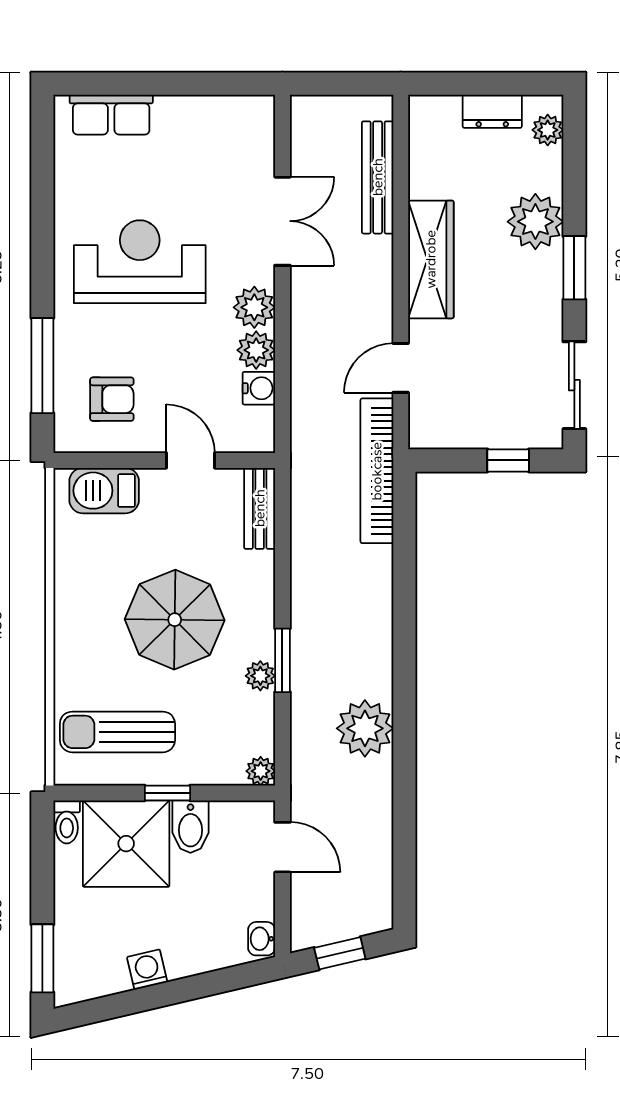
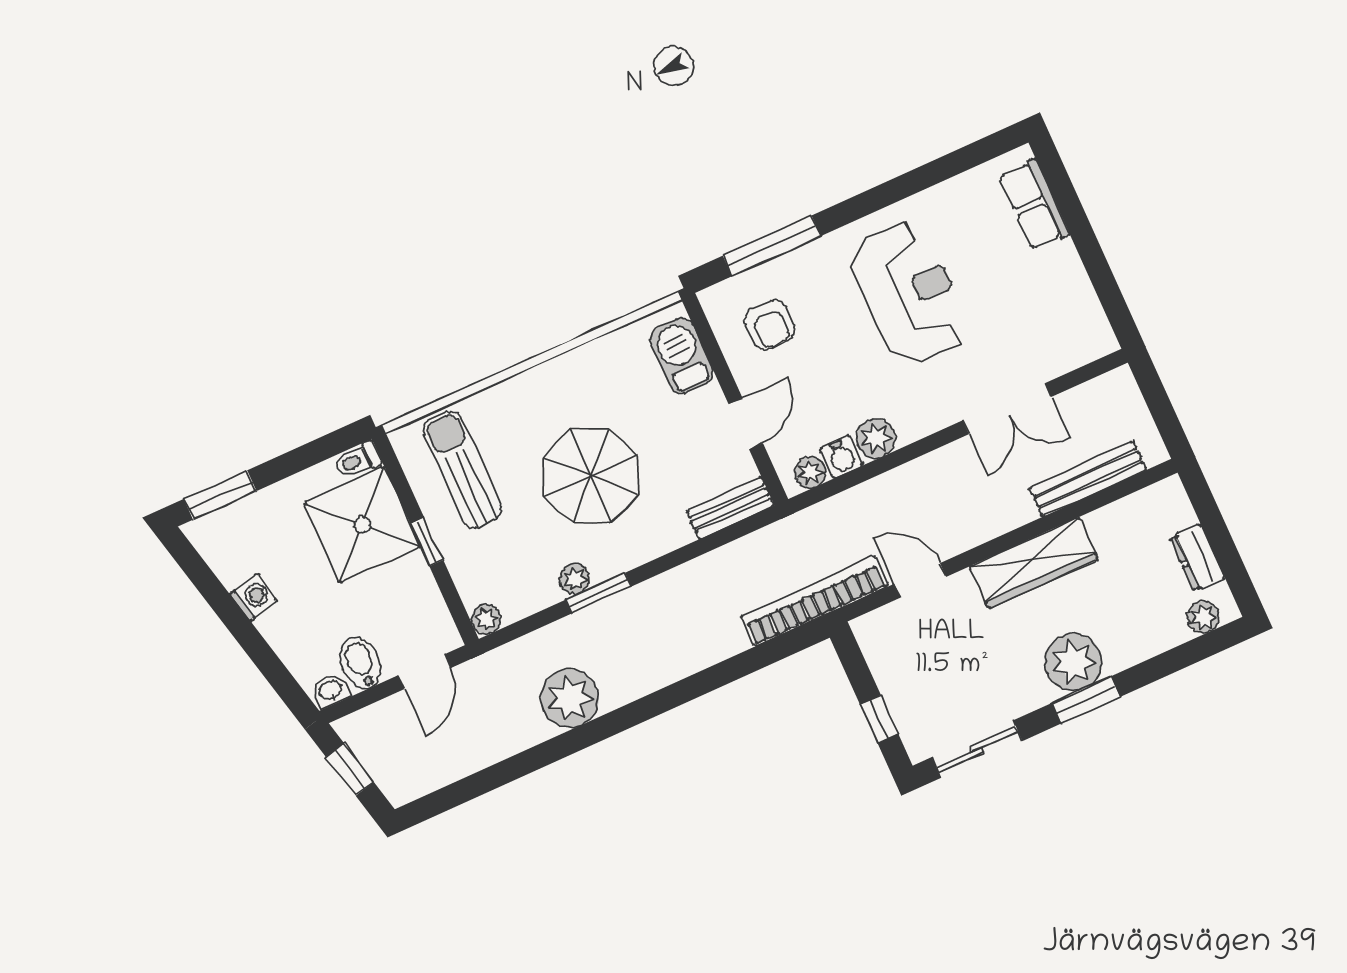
plant: (535, 222) -> (1073, 662), moved
plant: (254, 307) -> (810, 472), moved, width x0.73, depth x0.73
bidet: (190, 827) -> (360, 663), moved, turned 90

